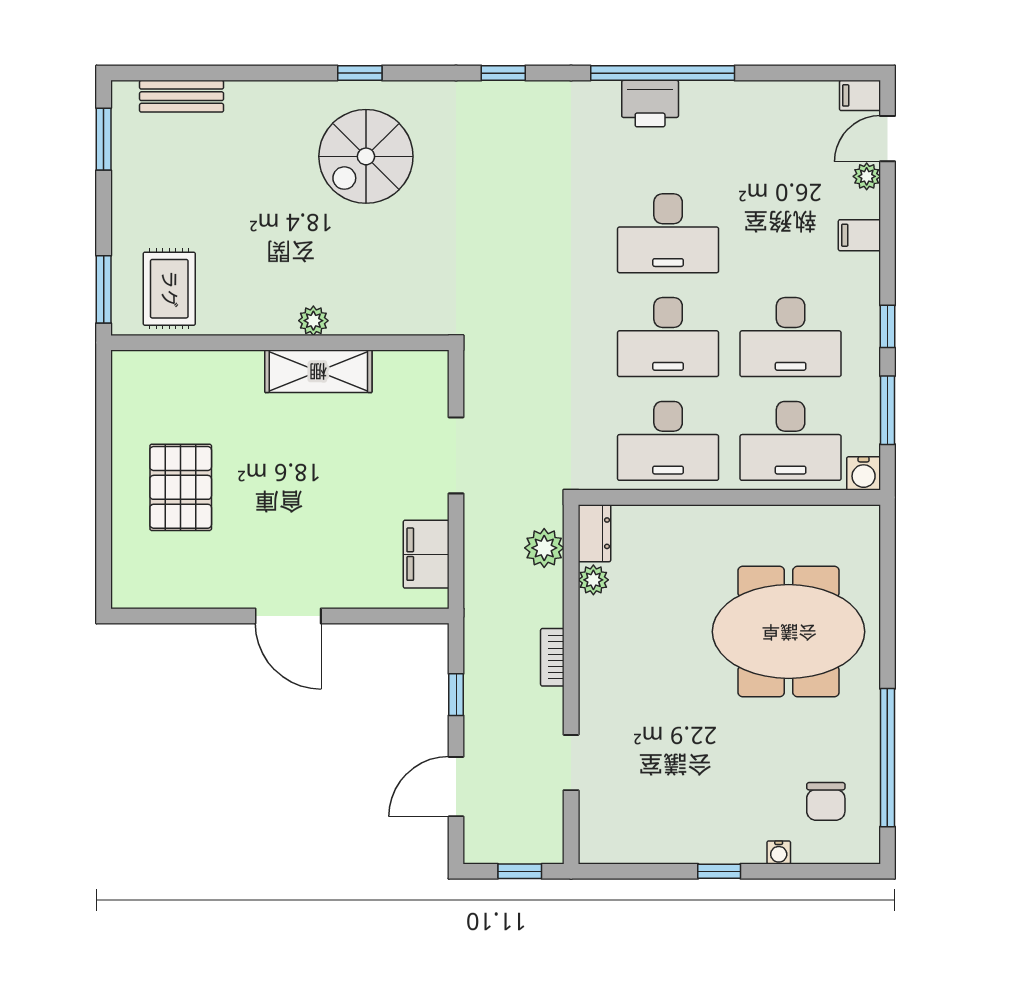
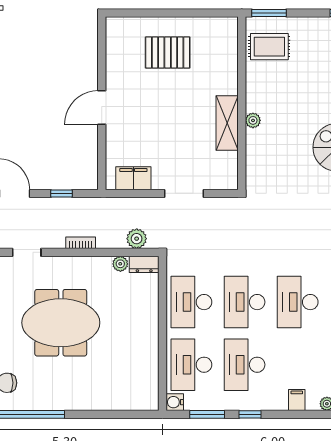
meeting table: (789, 632) -> (61, 323), moved, turned 90

